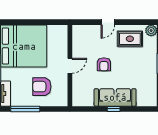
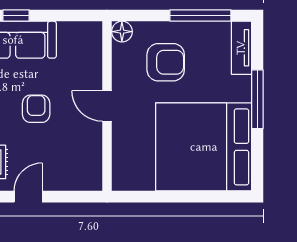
door: (70, 66) -> (107, 106), hinge flipped
floor lamp: (63, 101) -> (122, 32), added

